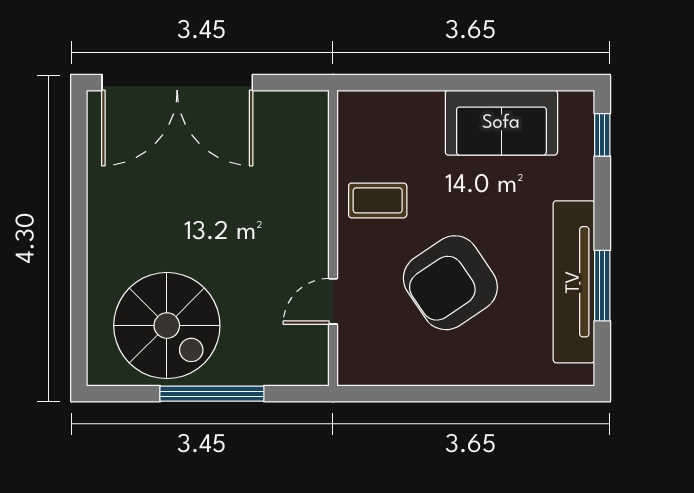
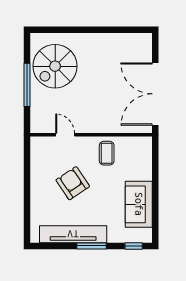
double door: (177, 83) -> (155, 94), moved
armchair: (450, 283) -> (73, 183), width x0.73, depth x0.73
window: (602, 286) -> (91, 246), moved

